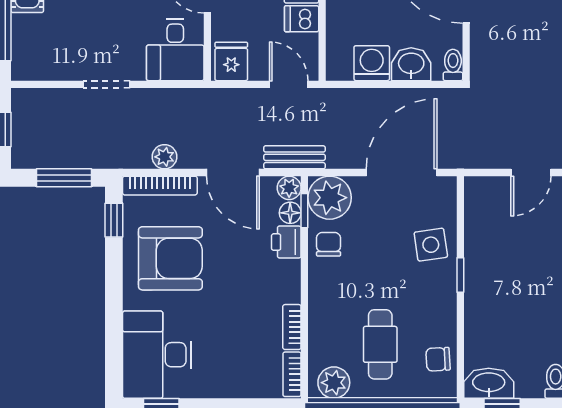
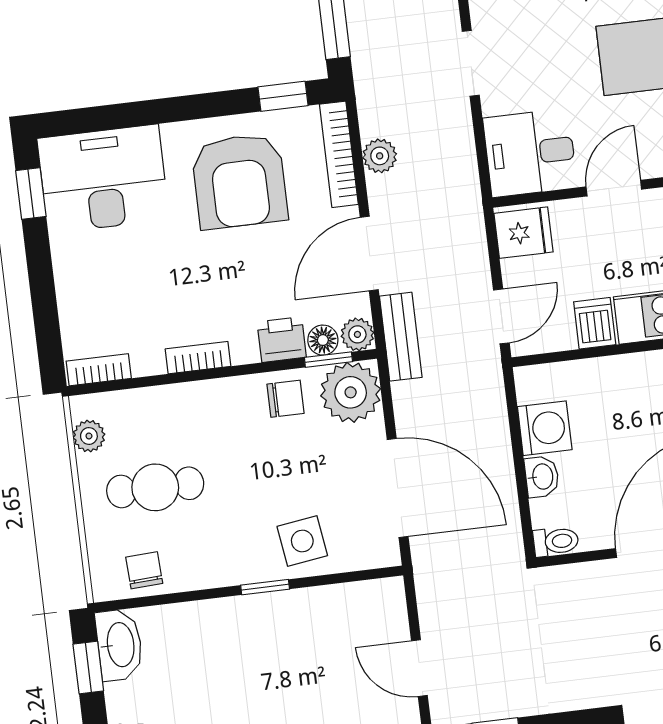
washbasin: (411, 64) -> (542, 477), width x0.72, depth x0.69
bookcase: (292, 327) -> (198, 358), moved
plant: (334, 383) -> (89, 436), width x0.73, depth x0.73

